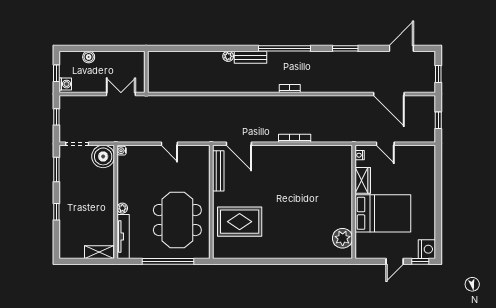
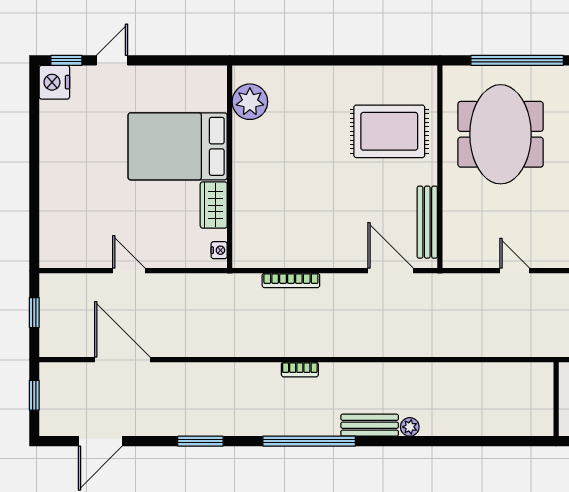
nightstand: (360, 155) -> (219, 250), moved
wardrobe: (363, 180) -> (214, 205), moved
wall: (354, 202) -> (230, 167), moved
bed: (383, 213) -> (178, 146), moved
plant: (343, 238) -> (250, 102), moved

